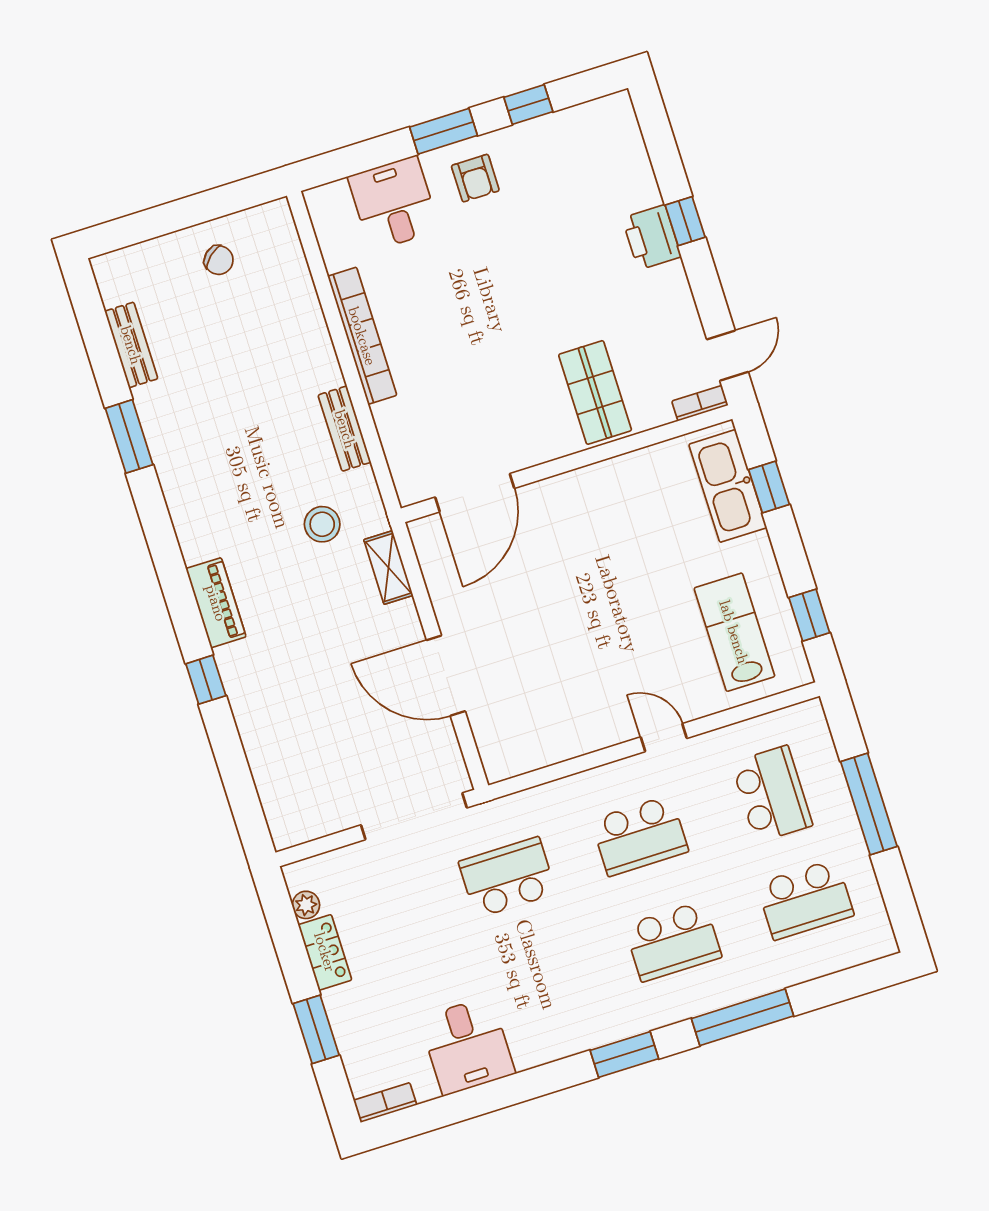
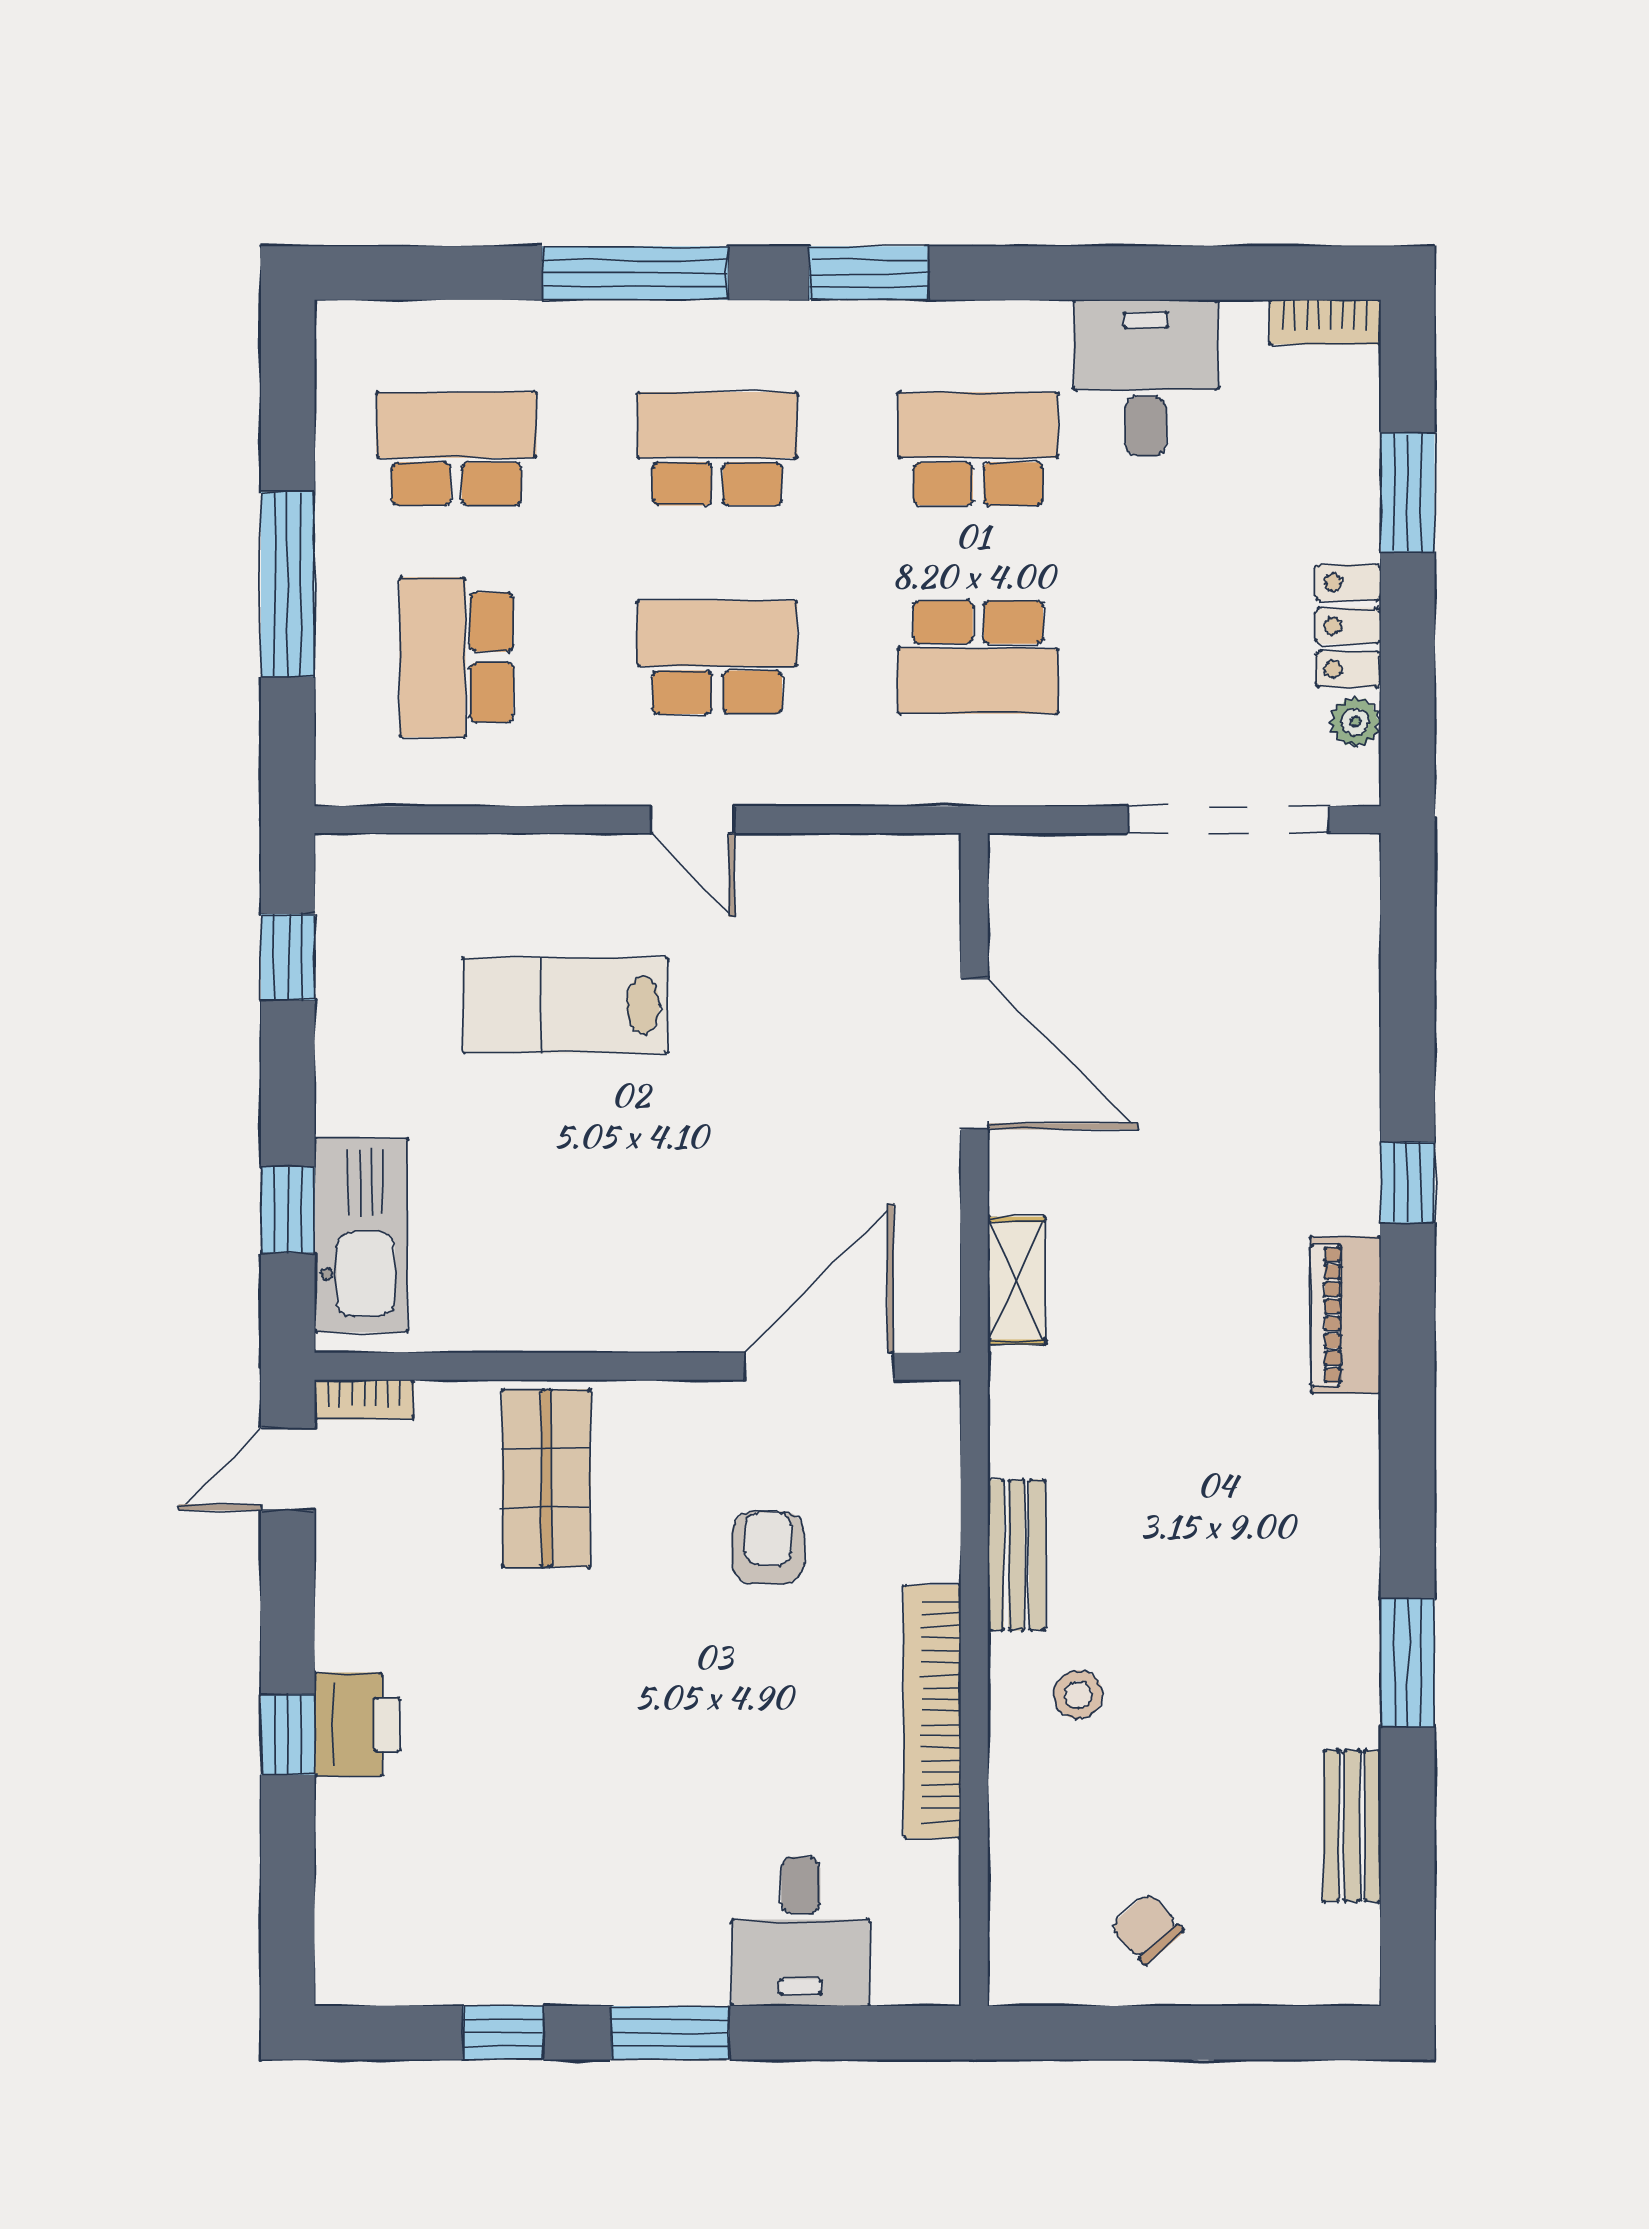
armchair: (475, 178) -> (768, 1548), moved
stool: (322, 524) -> (1078, 1694), moved, width x0.73, depth x0.73
lab bench: (734, 632) -> (565, 1005), moved, turned 90
door: (664, 738) -> (693, 820), moved
doorway: (414, 816) -> (1229, 820), moved
school desk: (541, 983) -> (978, 449), added

